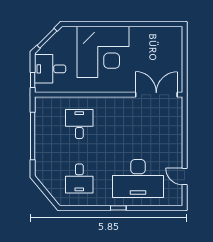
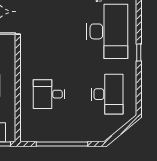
desk: (79, 178) -> (107, 94), width x1.37

